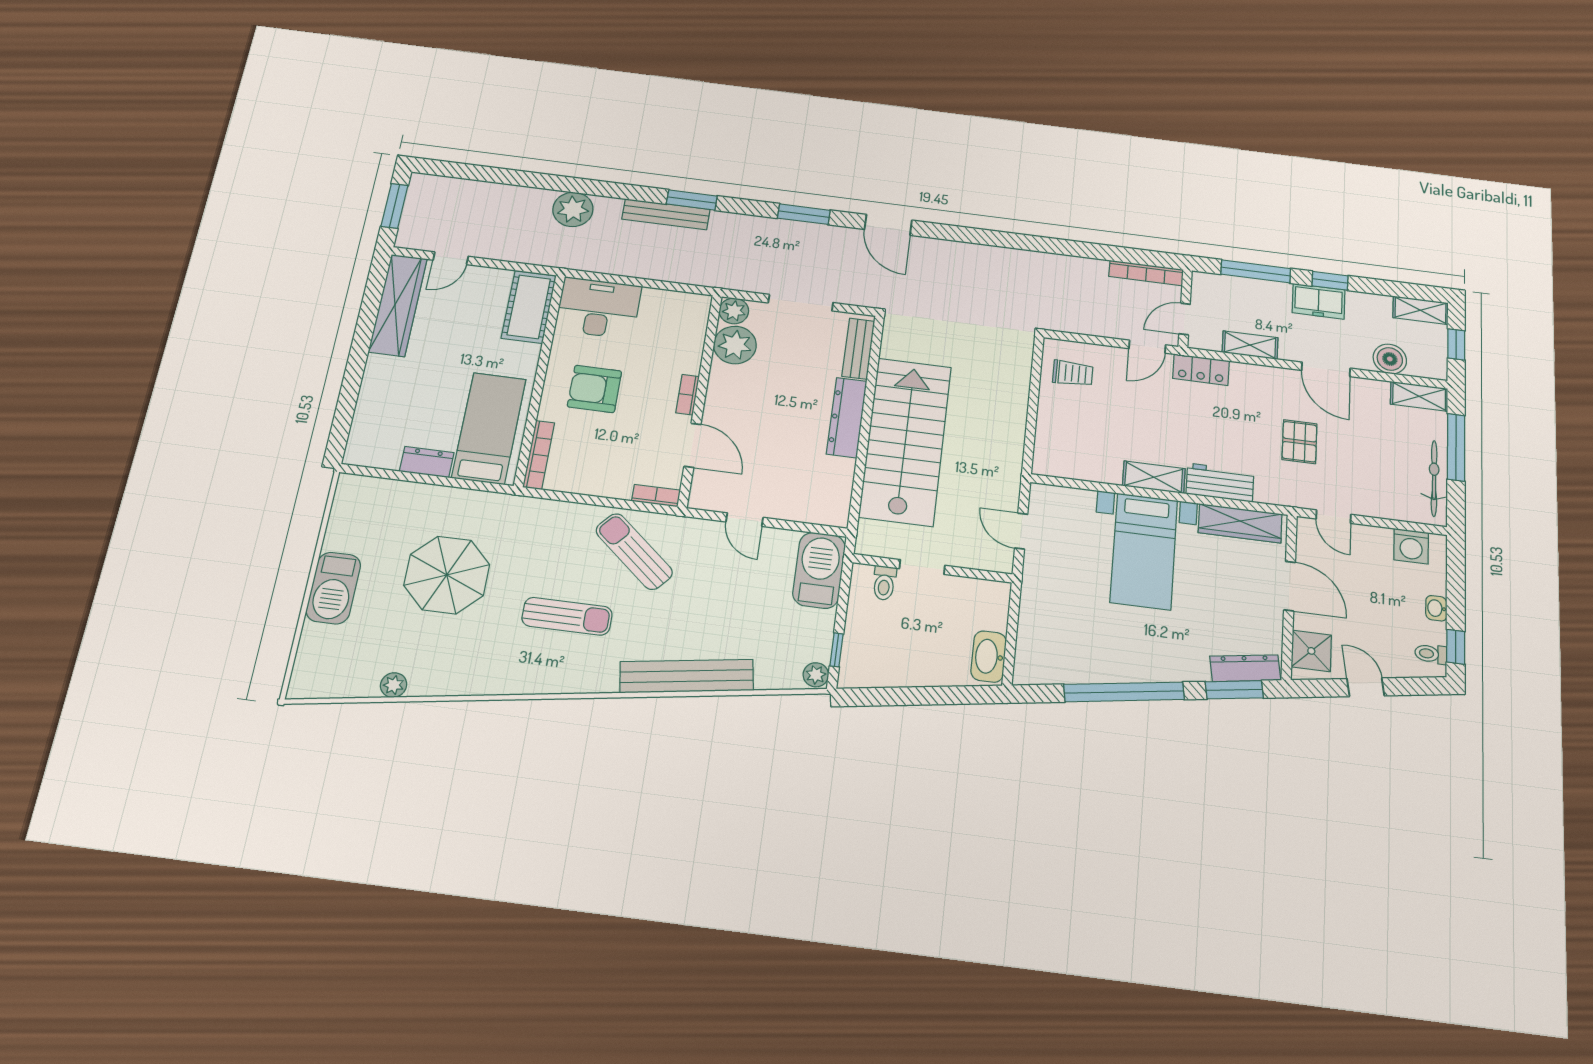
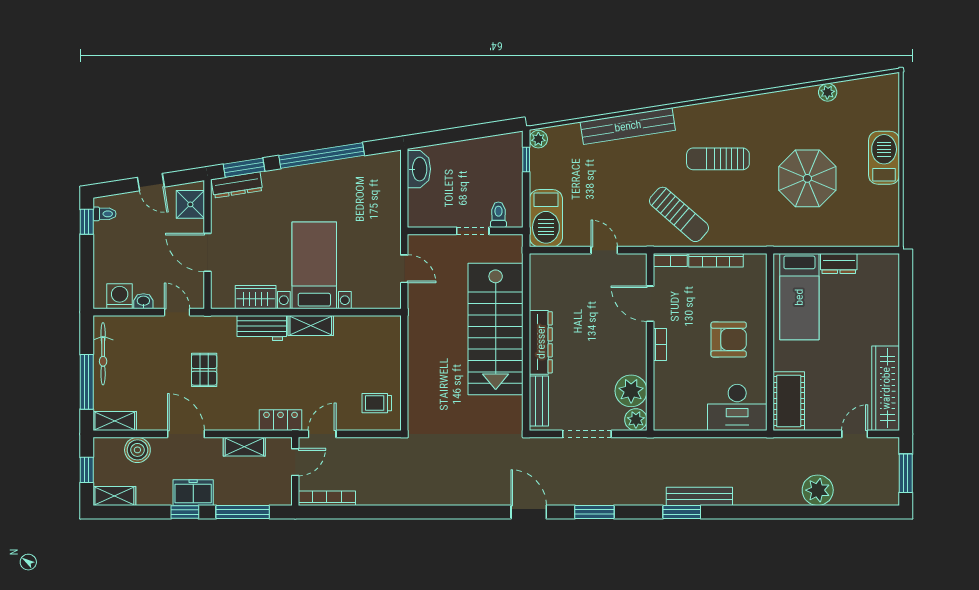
plant: (573, 209) -> (818, 490), moved
bookcase: (539, 455) -> (716, 260), moved, turned -90
wardrobe: (1240, 523) -> (256, 297), width x0.67
washbasin: (1436, 608) -> (143, 301), moved, turned -90

